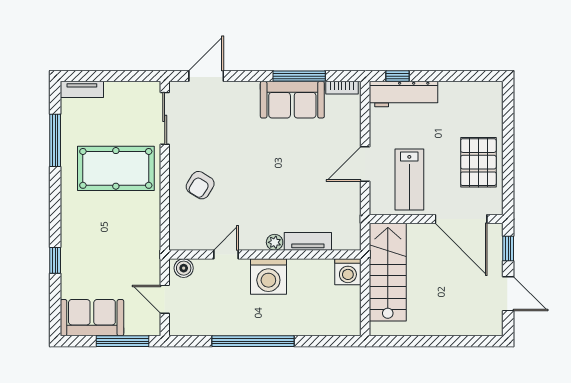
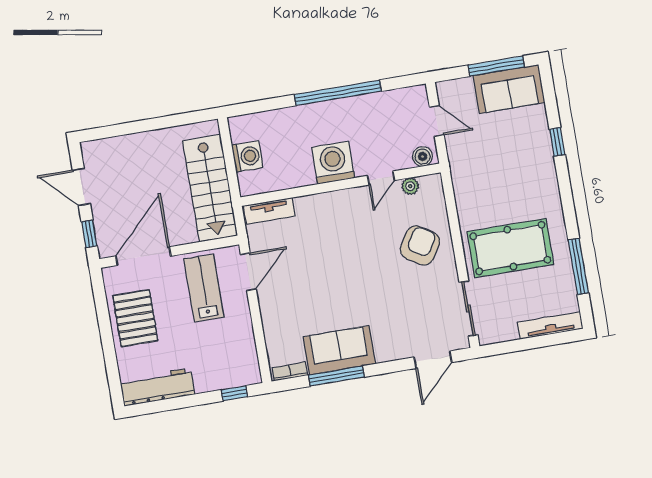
tv unit: (82, 89) -> (550, 326), width x1.41
workbench: (403, 94) -> (157, 387), moved
door: (365, 164) -> (248, 272), moved
armchair: (200, 185) -> (420, 245), width x1.38, depth x1.38
door: (461, 219) -> (143, 256), hinge flipped
tv unit: (308, 241) -> (269, 211), moved
plant: (275, 242) -> (410, 186), moved
washing machine: (348, 272) -> (247, 156), moved, turned 90
window: (123, 341) -> (496, 66), moved

